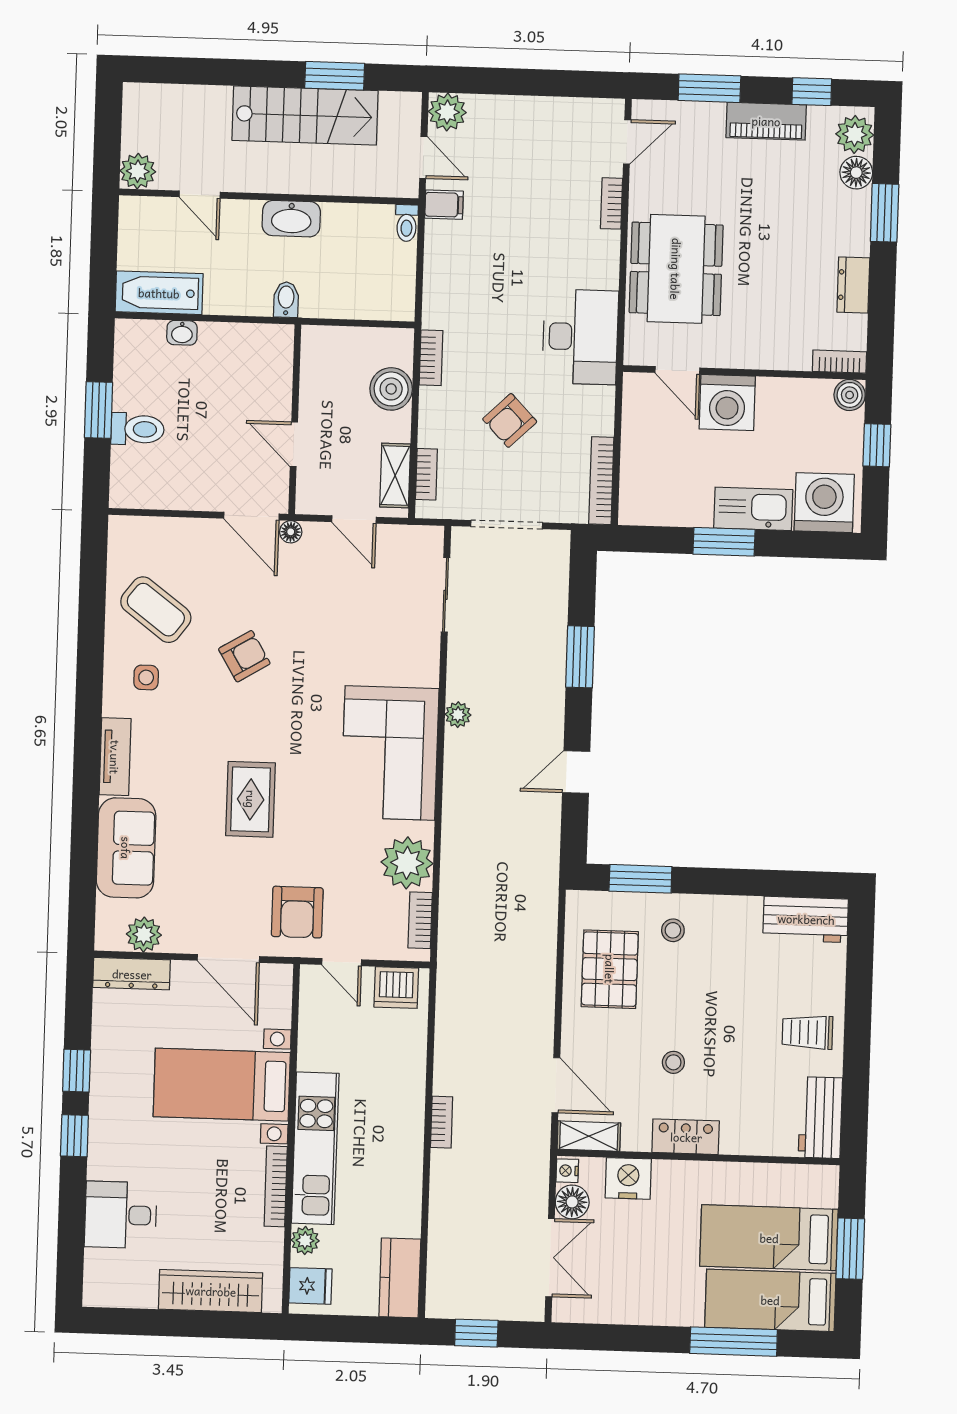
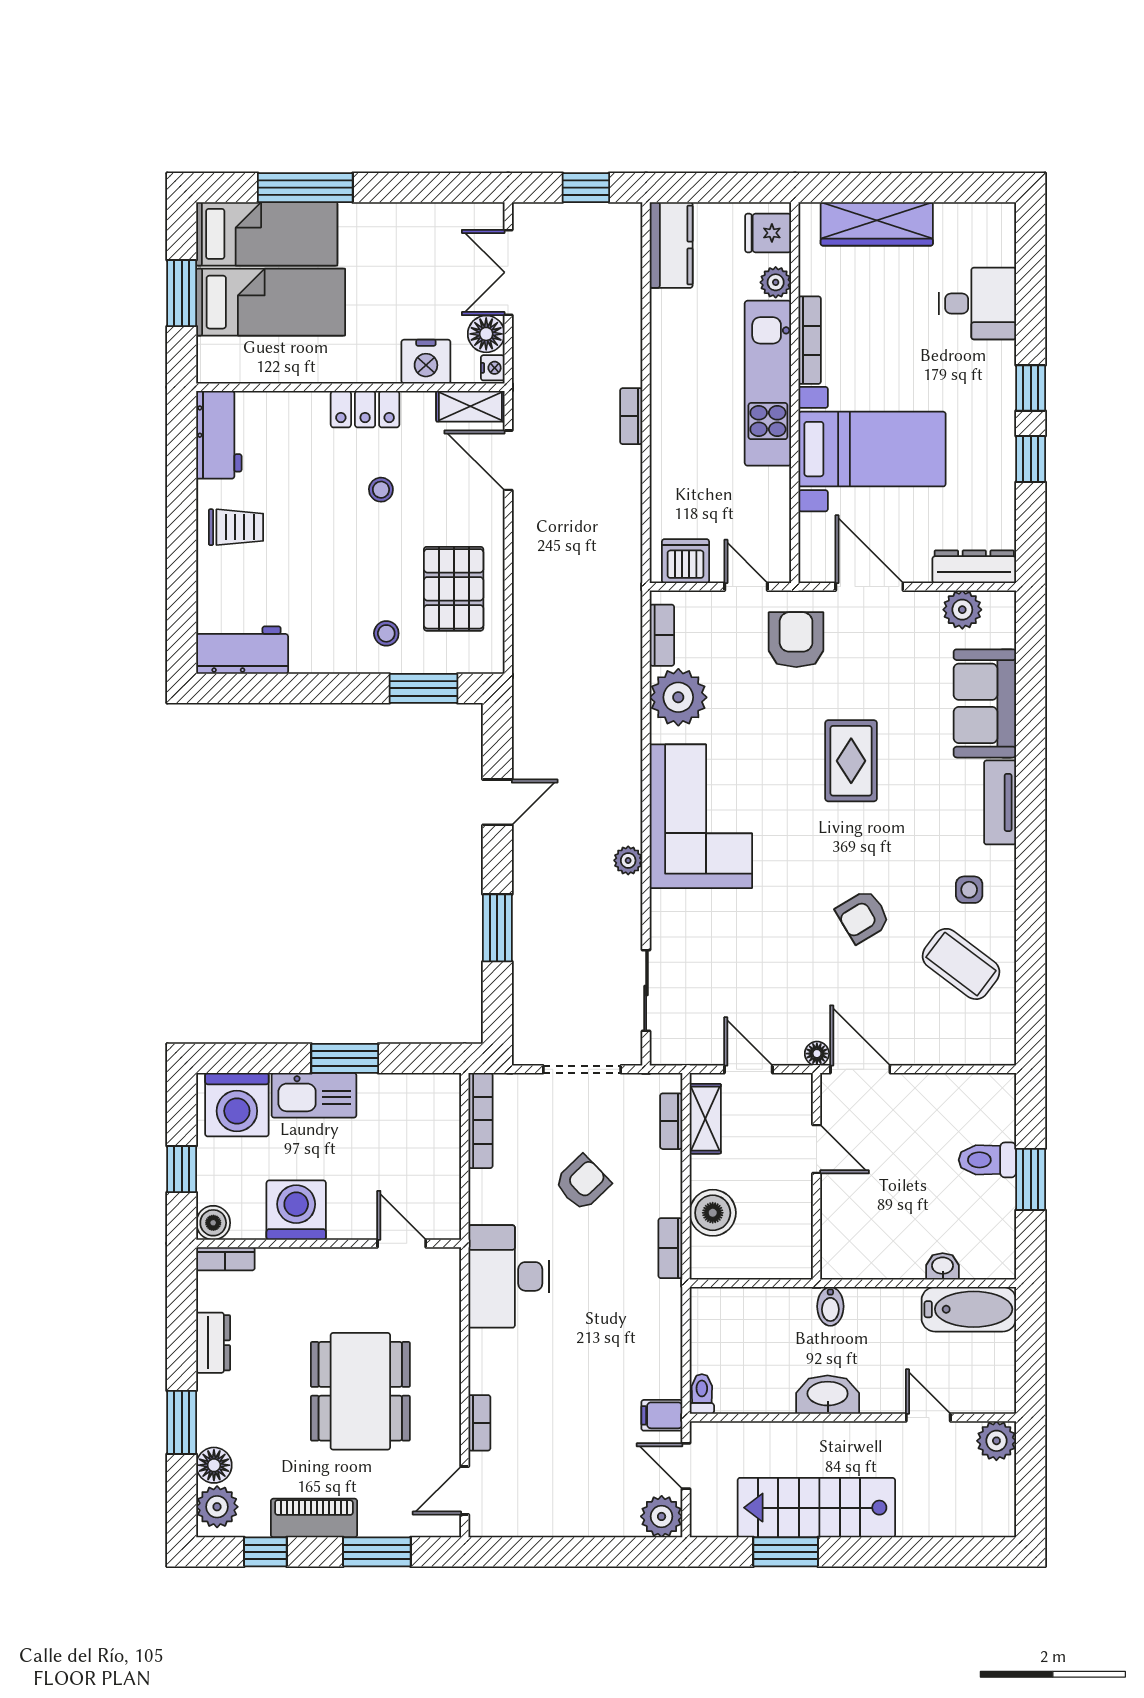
dining table: (676, 269) -> (360, 1391), moved
washing machine: (727, 403) -> (296, 1210), moved

